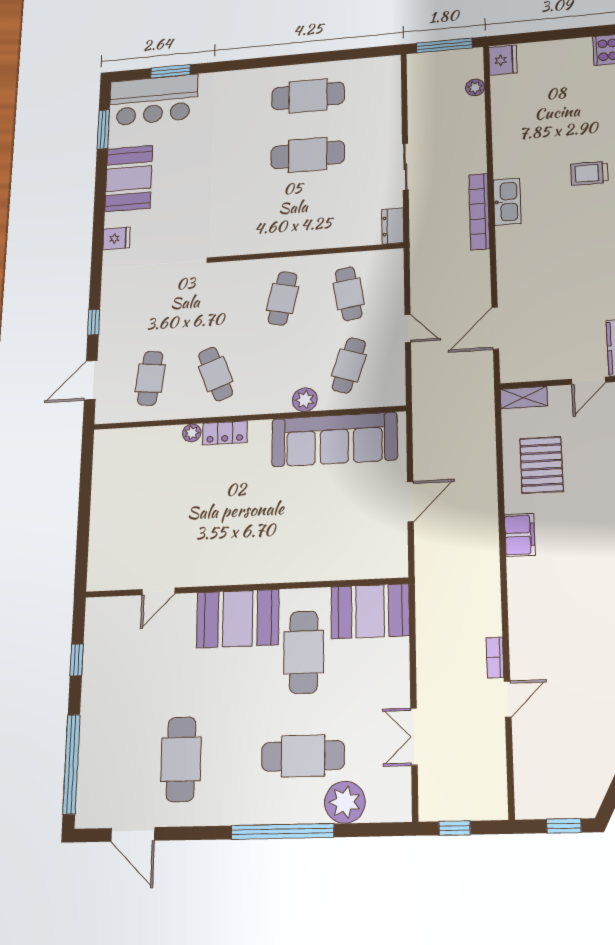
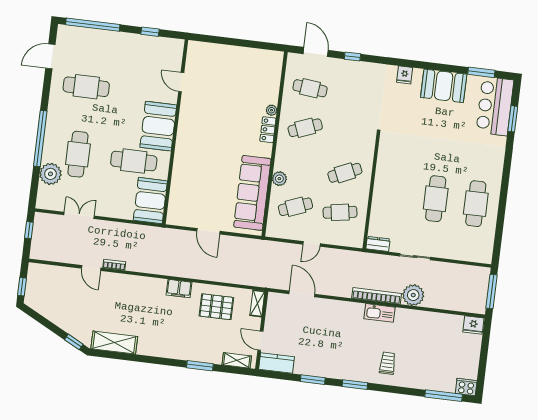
plant: (475, 88) -> (413, 295), moved, width x1.87, depth x1.87
cafe table: (283, 298) -> (345, 173), turned -36
cafe table: (349, 365) -> (295, 207), turned -39

